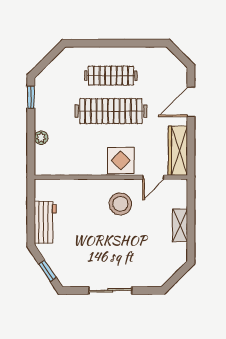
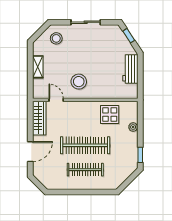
display table: (121, 160) -> (110, 115), moved
door: (153, 177) -> (56, 100), hinge flipped
stool: (153, 267) -> (56, 38), added

